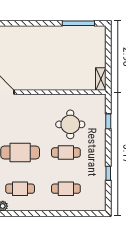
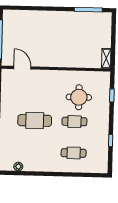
cafe table: (20, 189) -> (34, 152), removed

